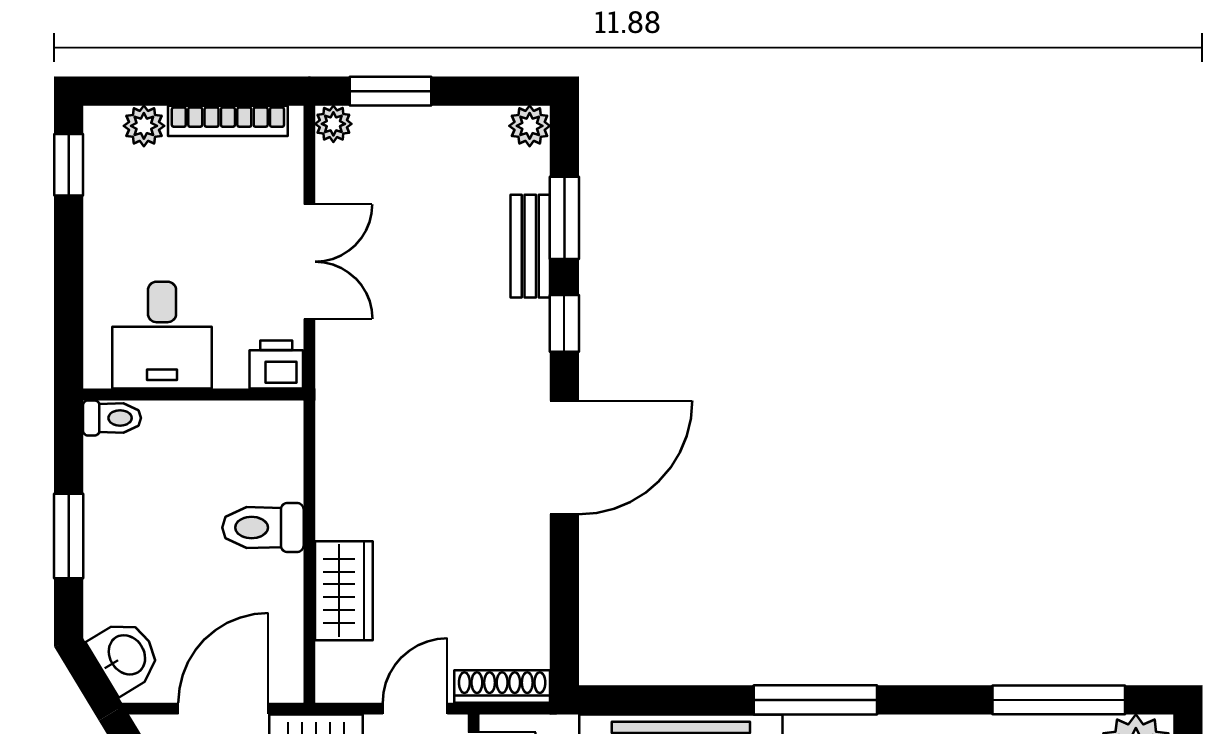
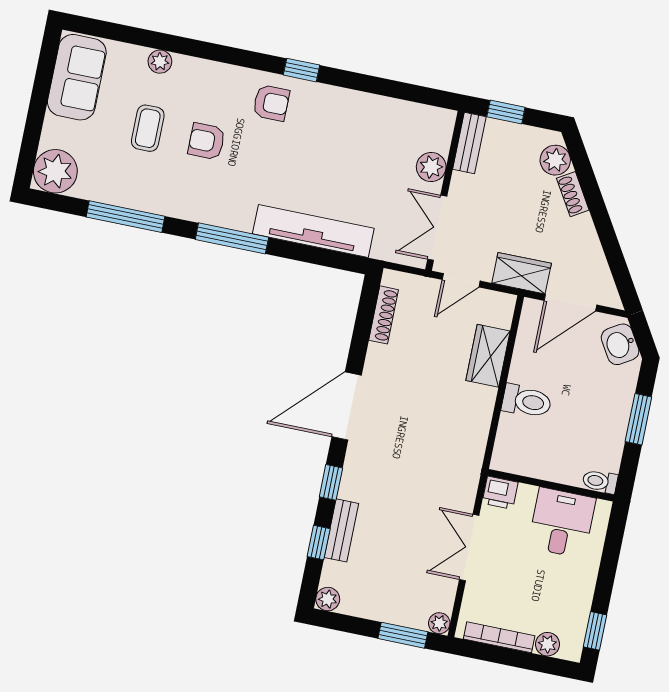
window: (564, 218) -> (319, 543), width x0.67
shoe rack: (502, 687) -> (384, 315), moved, turned -90
window: (1059, 700) -> (125, 217), moved

